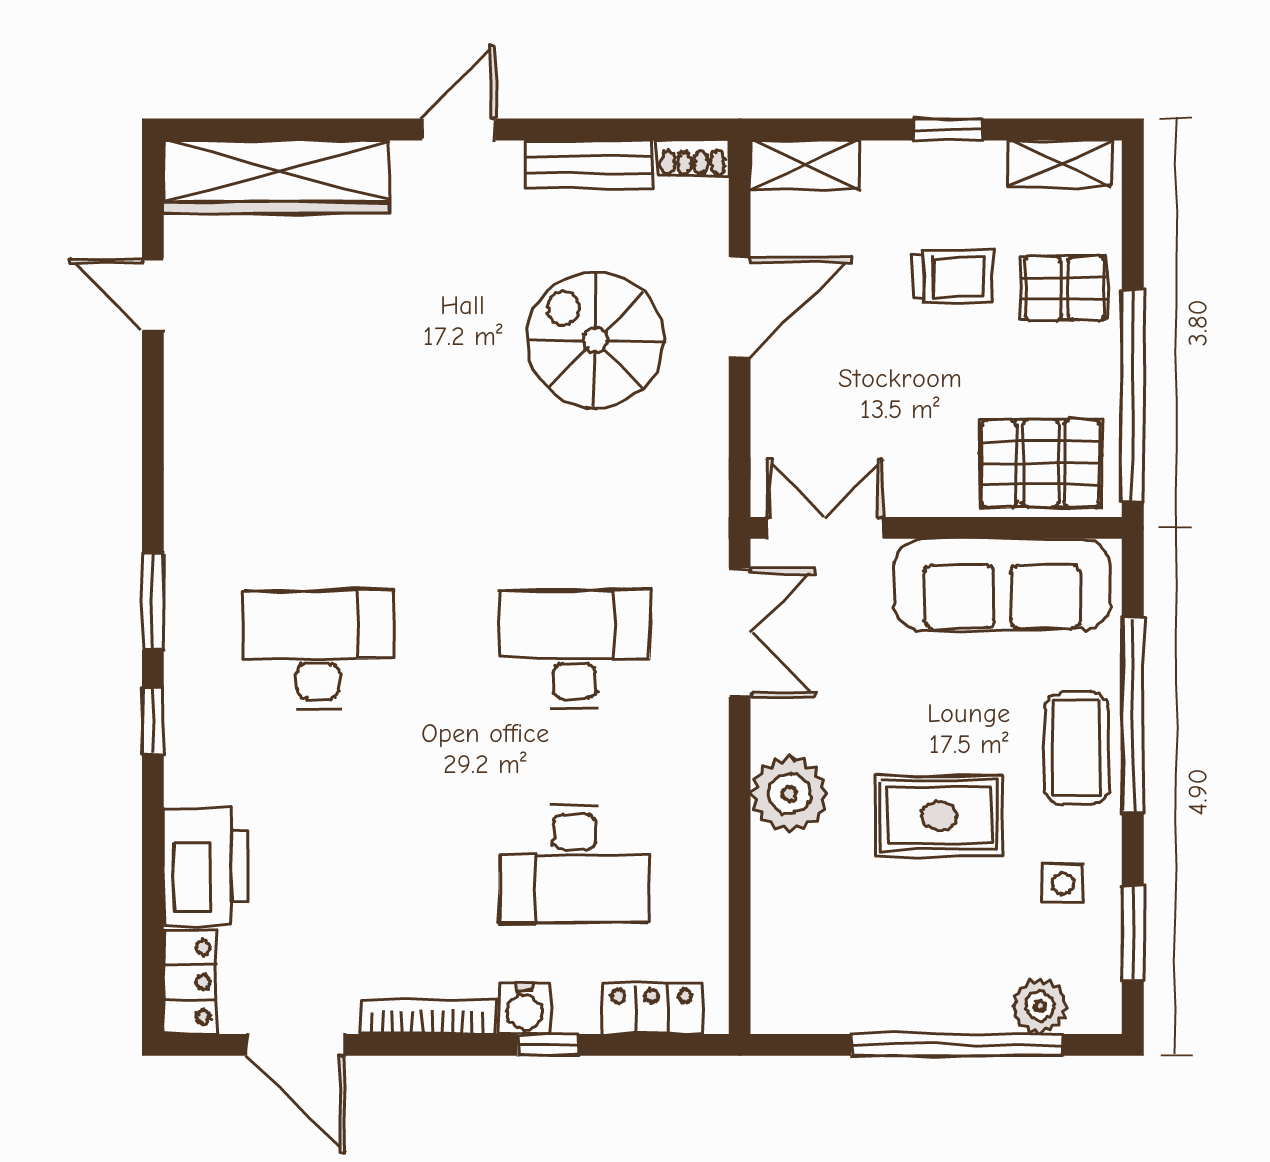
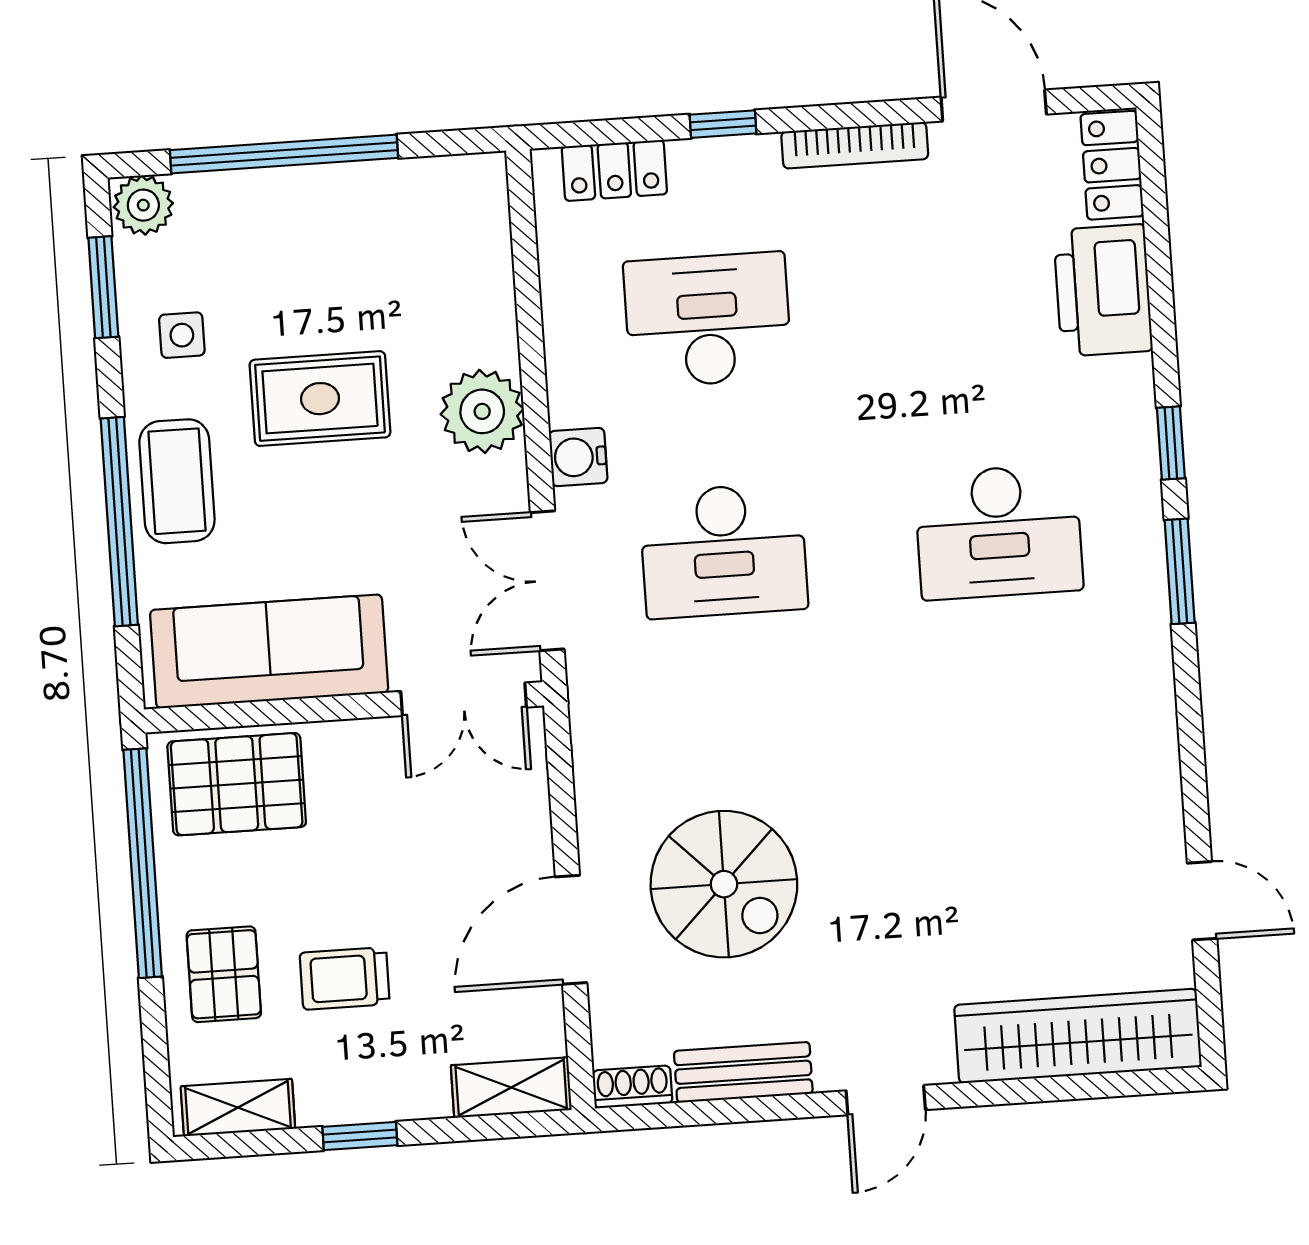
pallet: (1064, 288) -> (224, 974), turned 90
plant: (1040, 1006) -> (143, 205), moved
water cooler: (525, 1008) -> (578, 457), moved, turned -90

